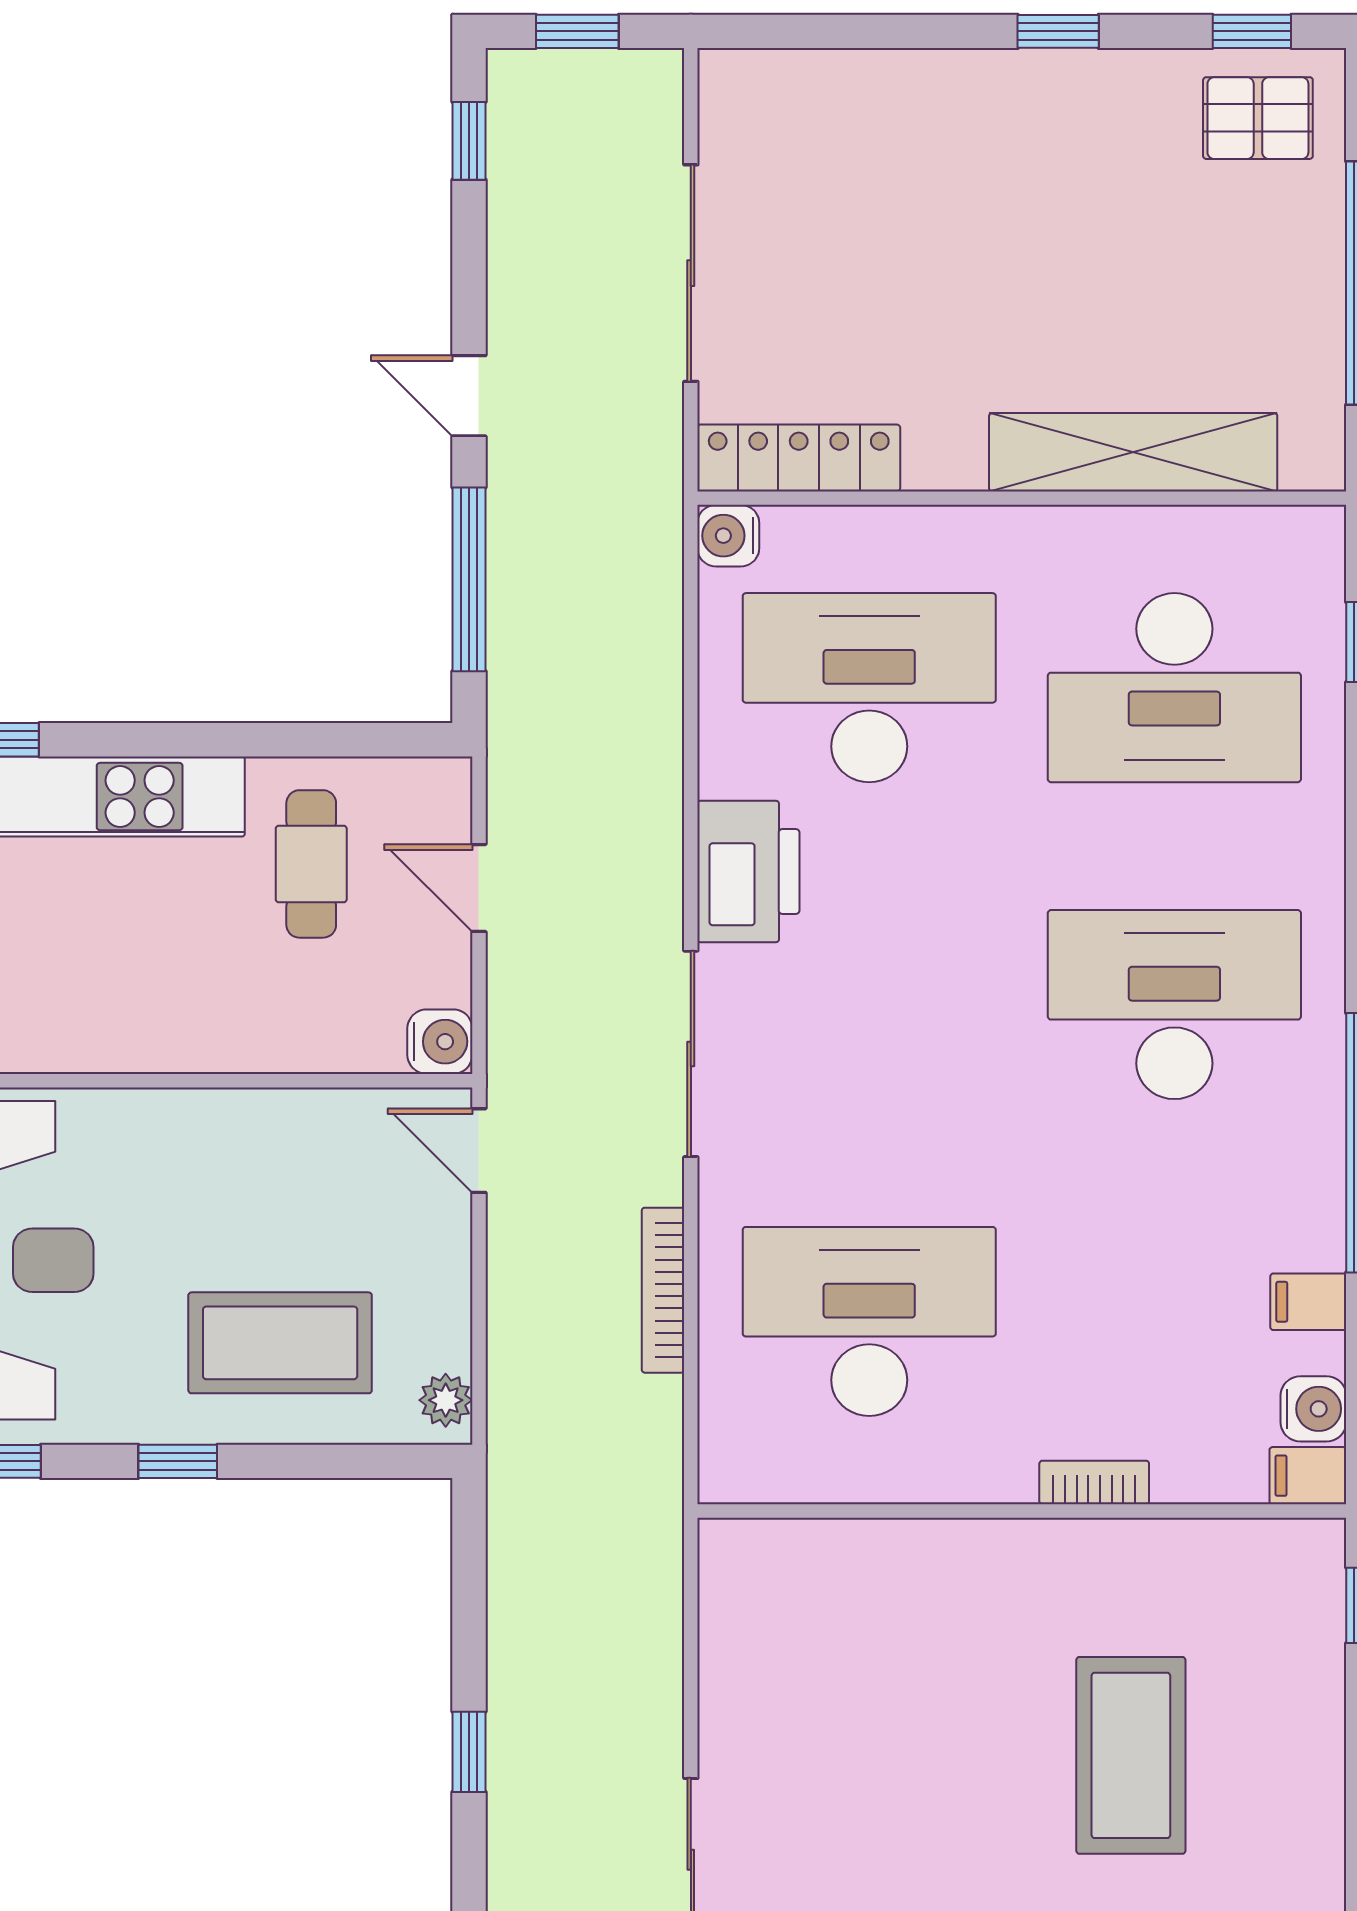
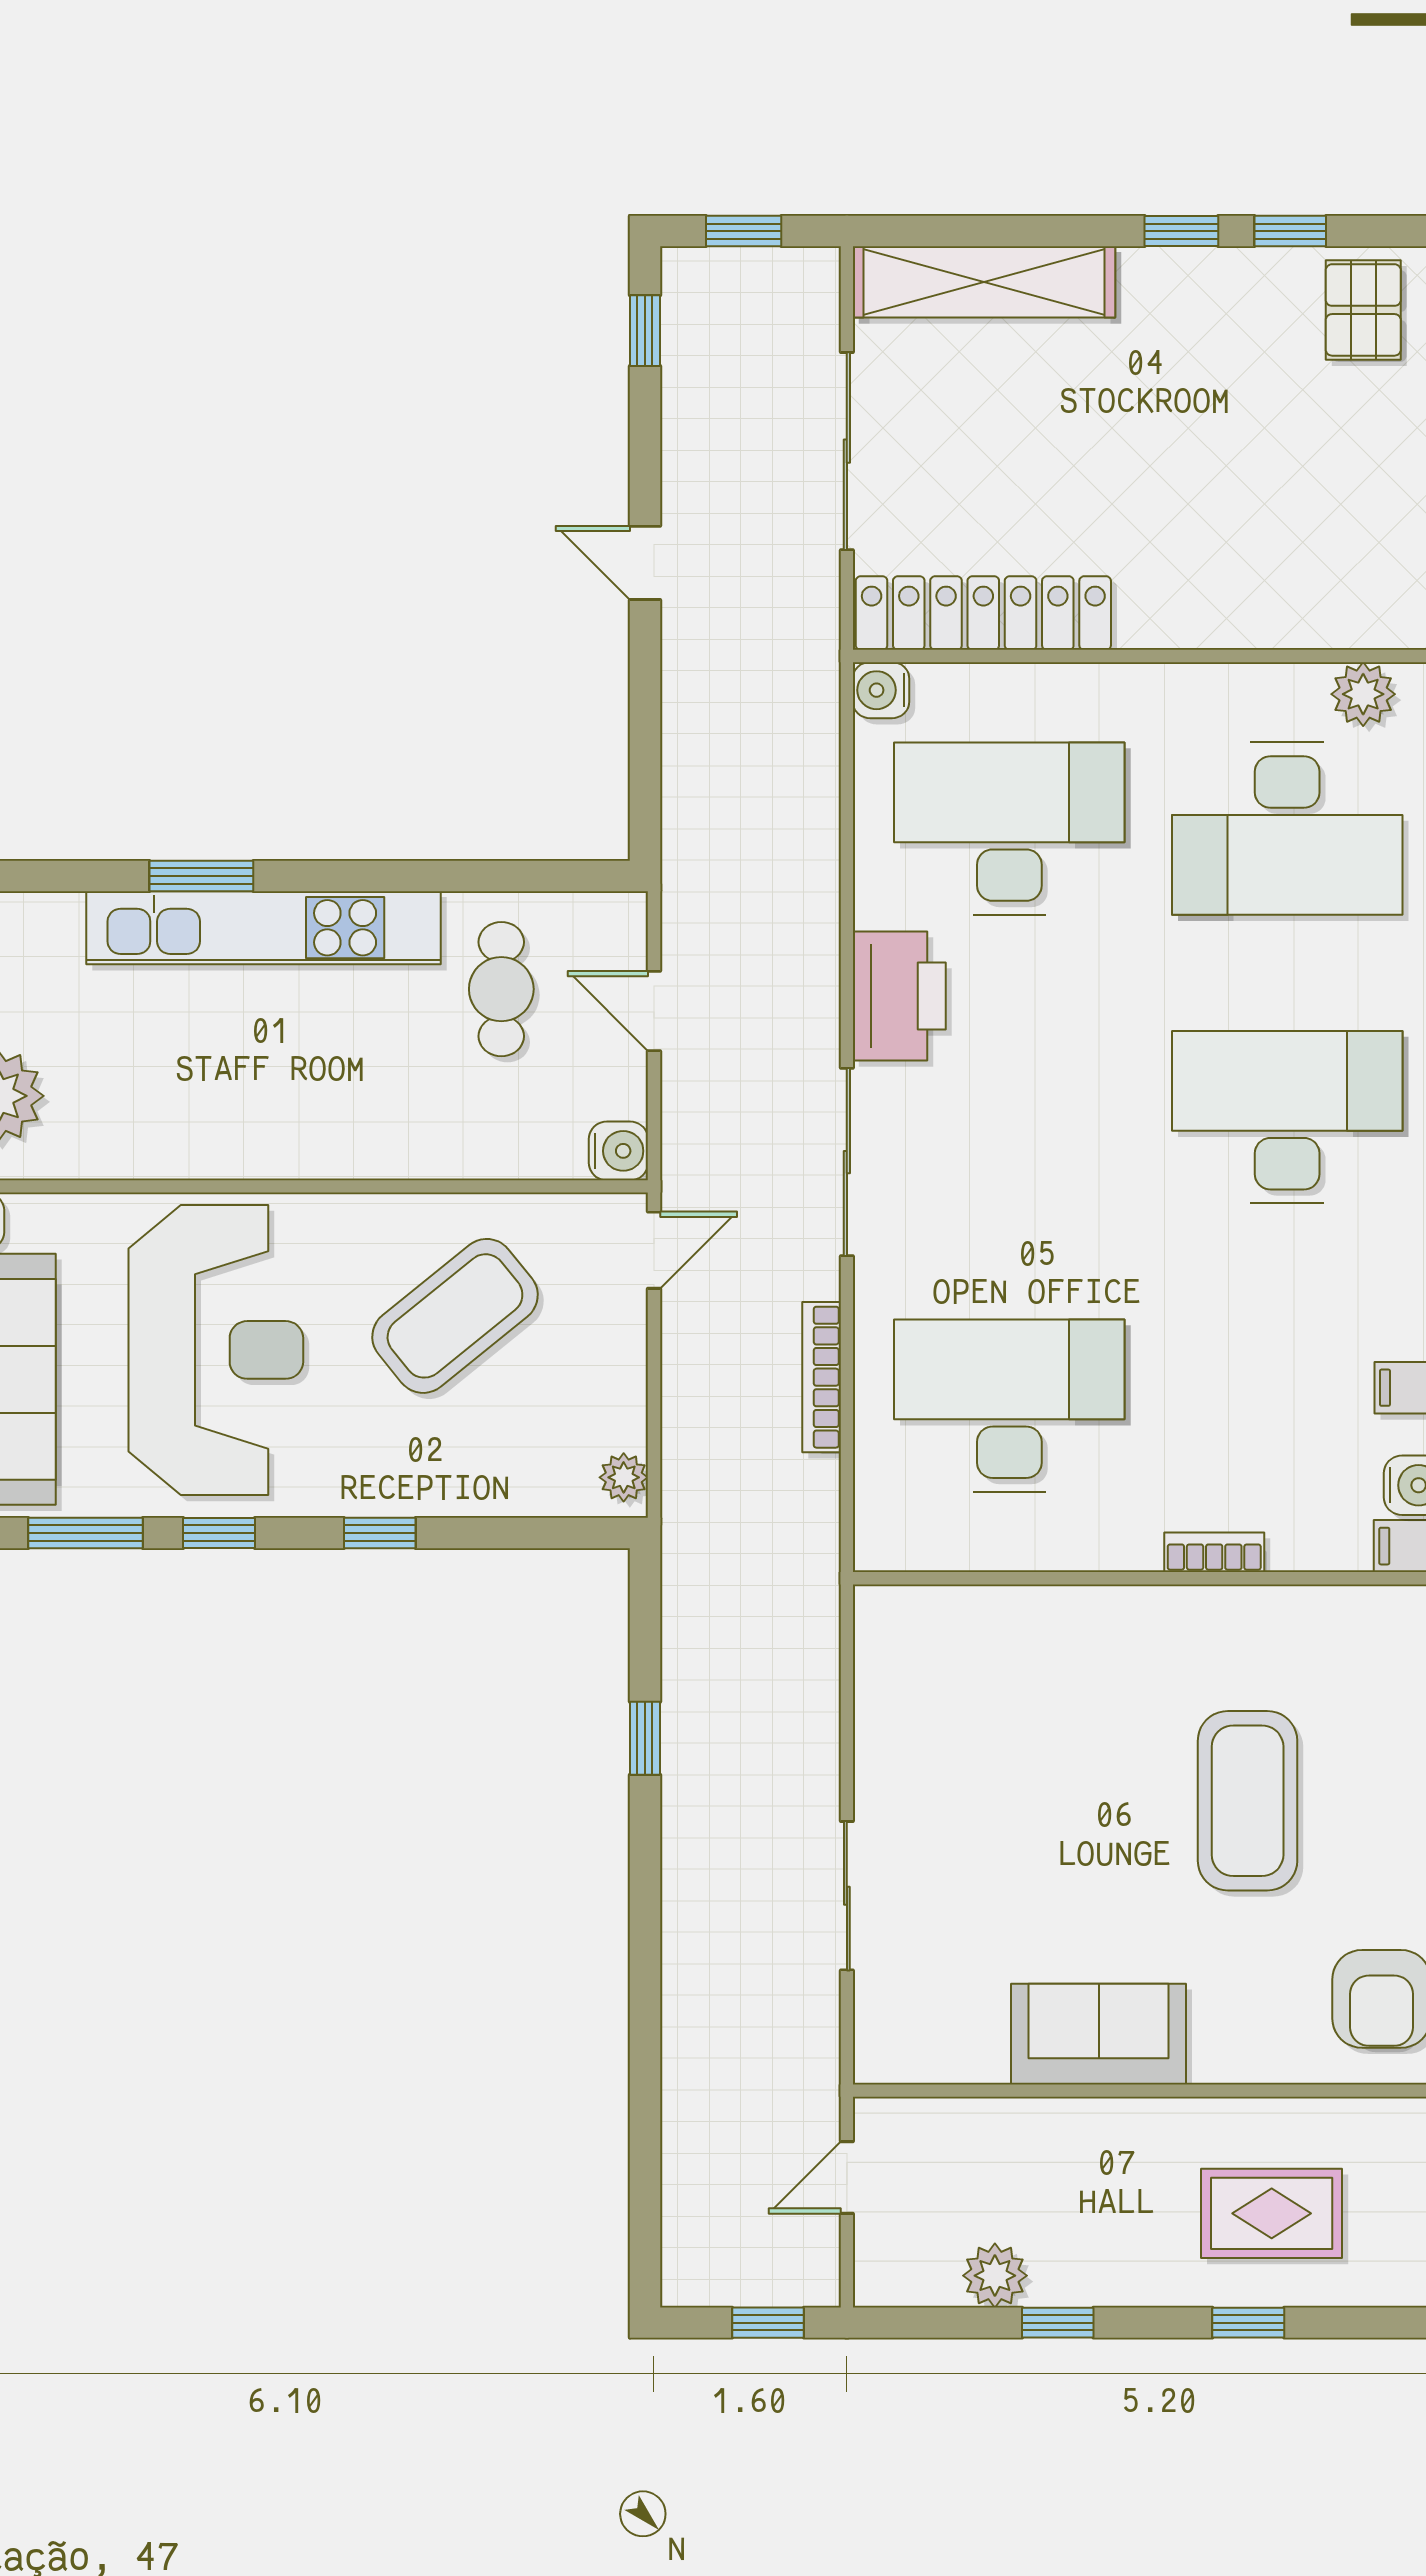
window: (1252, 31) -> (1290, 231), moved
pallet: (1258, 118) -> (1363, 310), turned 90
shelving: (1133, 452) -> (984, 282), moved
locker: (799, 458) -> (983, 613), width x1.41, depth x1.21
plant: (1258, 540) -> (1363, 694), added
window: (469, 579) -> (645, 730), removed
door: (479, 1151) -> (654, 1250), swing flipped
coffee table: (280, 1343) -> (455, 1316), moved, turned -39
window: (469, 1752) -> (645, 1738), moved

